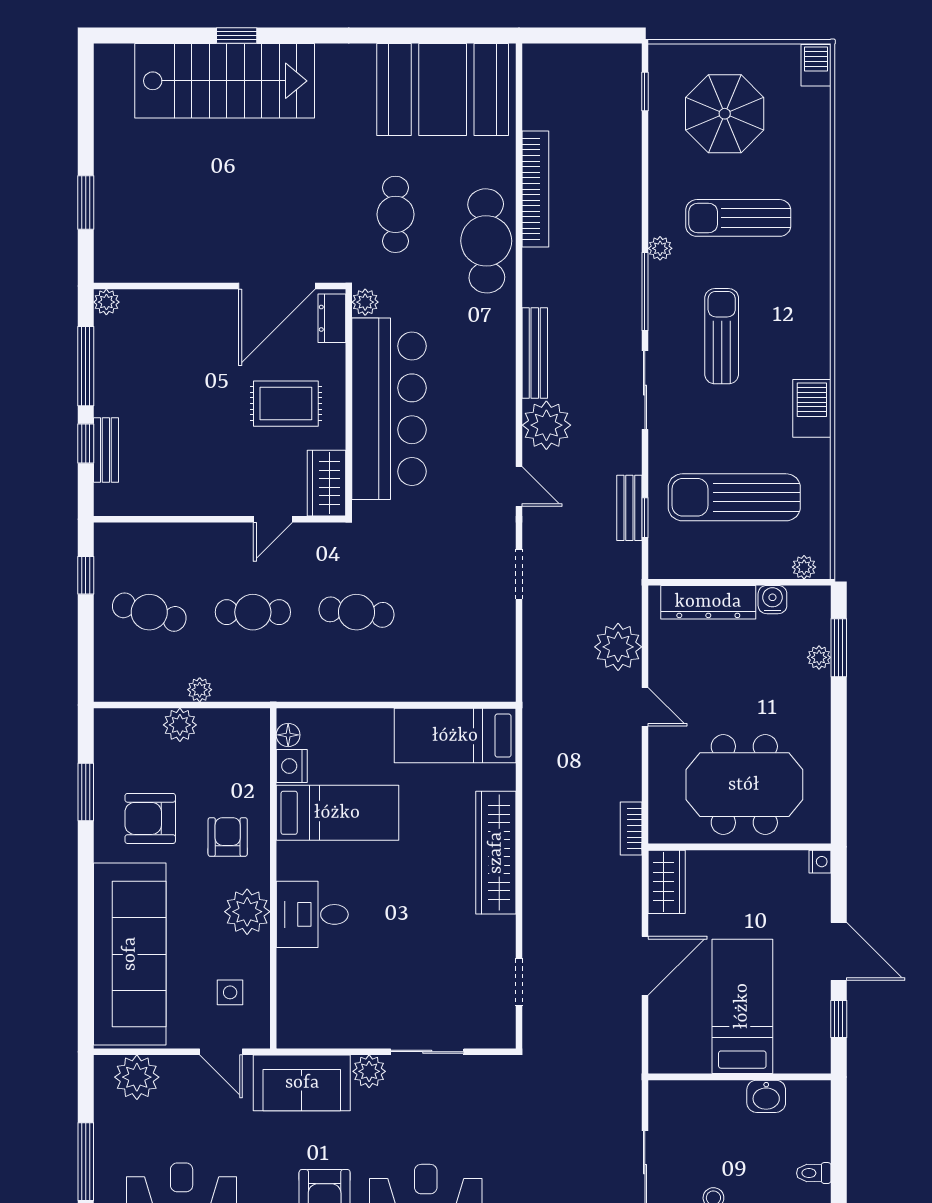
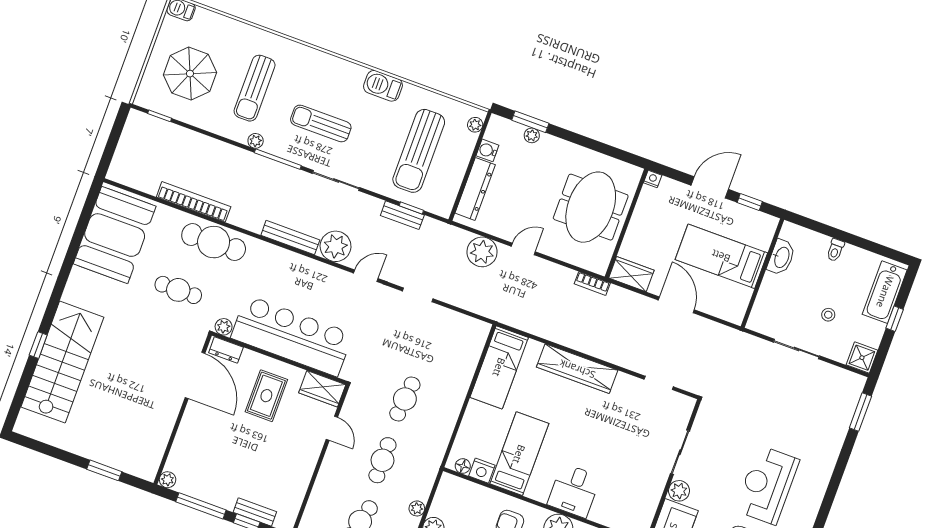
washbasin: (766, 1096) -> (781, 257), width x1.38

